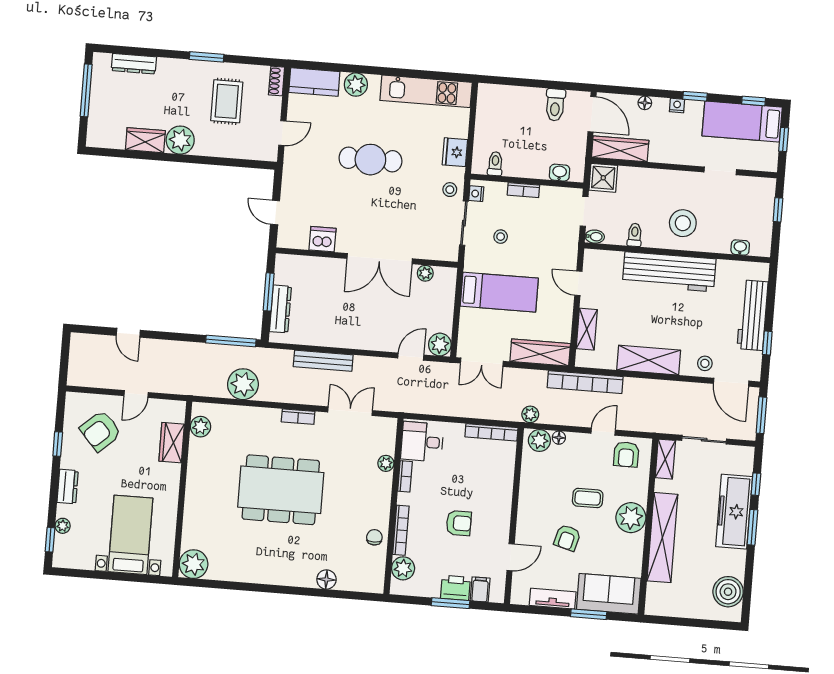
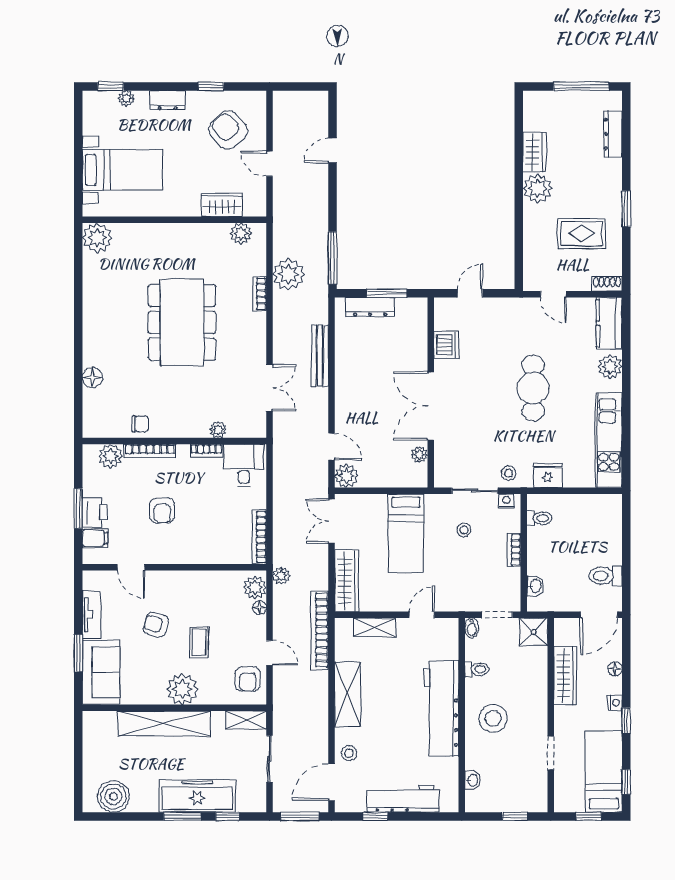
wardrobe: (620, 149) -> (565, 675), moved
bookcase: (298, 417) -> (260, 294), moved
armchair: (626, 454) -> (248, 679), turned -90

